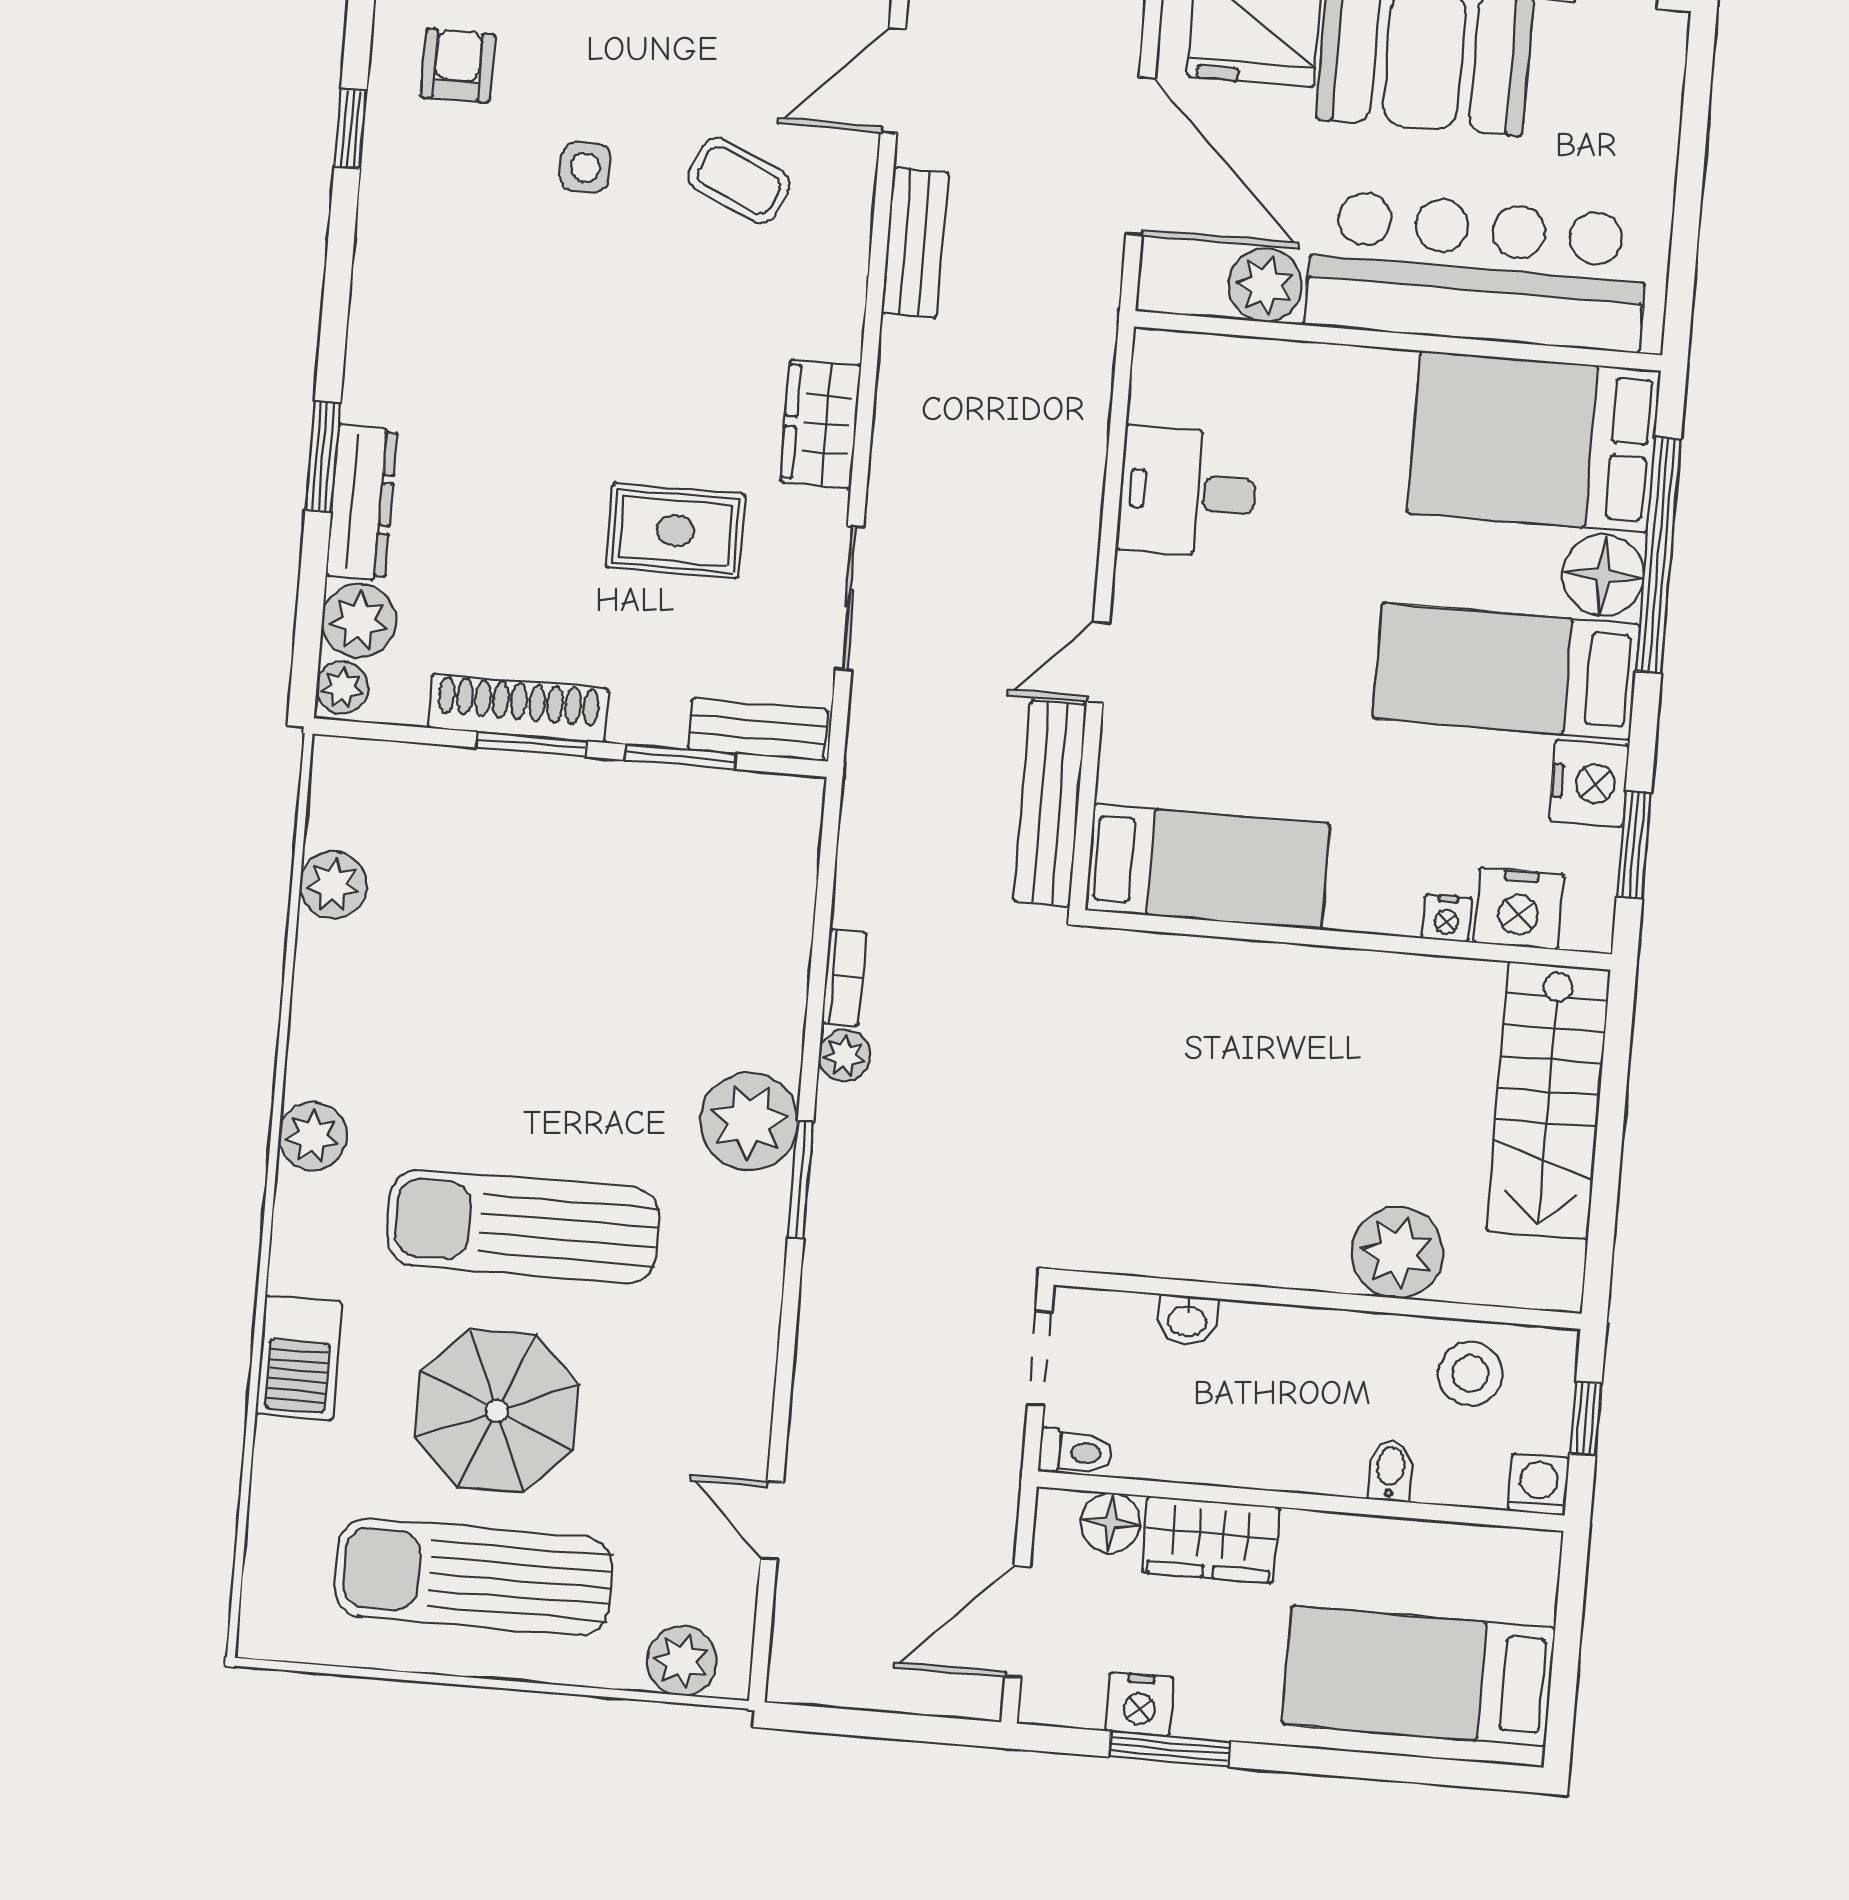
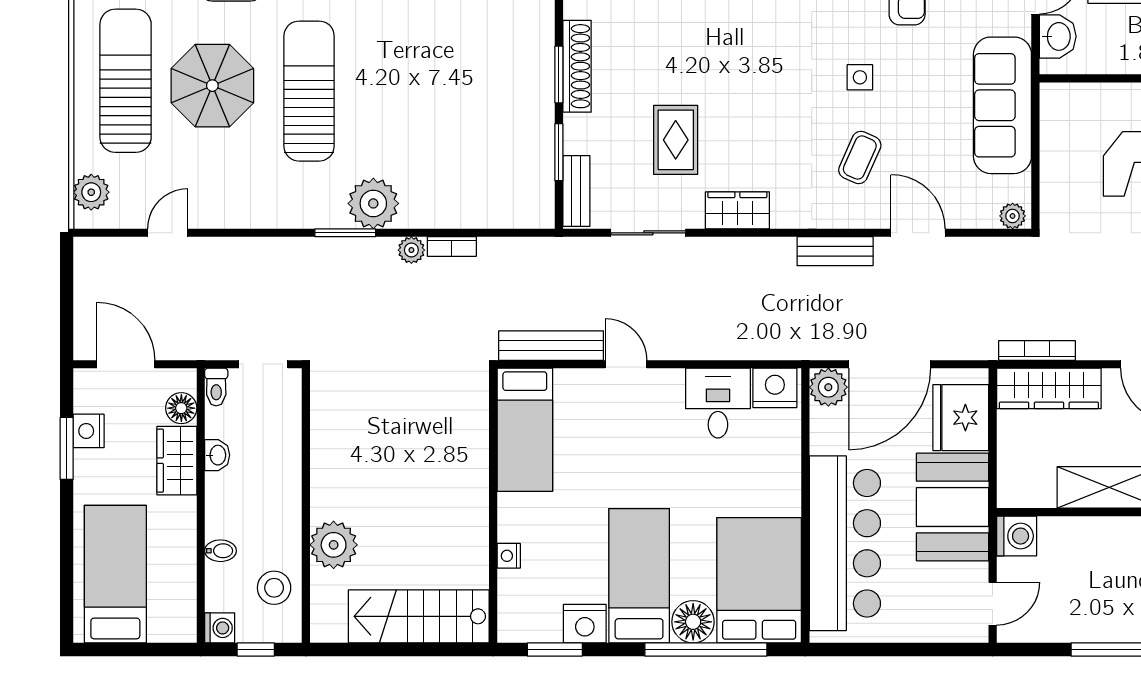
plant: (1265, 285) -> (828, 387), moved
nightstand: (1519, 909) -> (775, 388), moved, turned 90
washbasin: (1187, 1320) -> (217, 455), moved, turned 180

